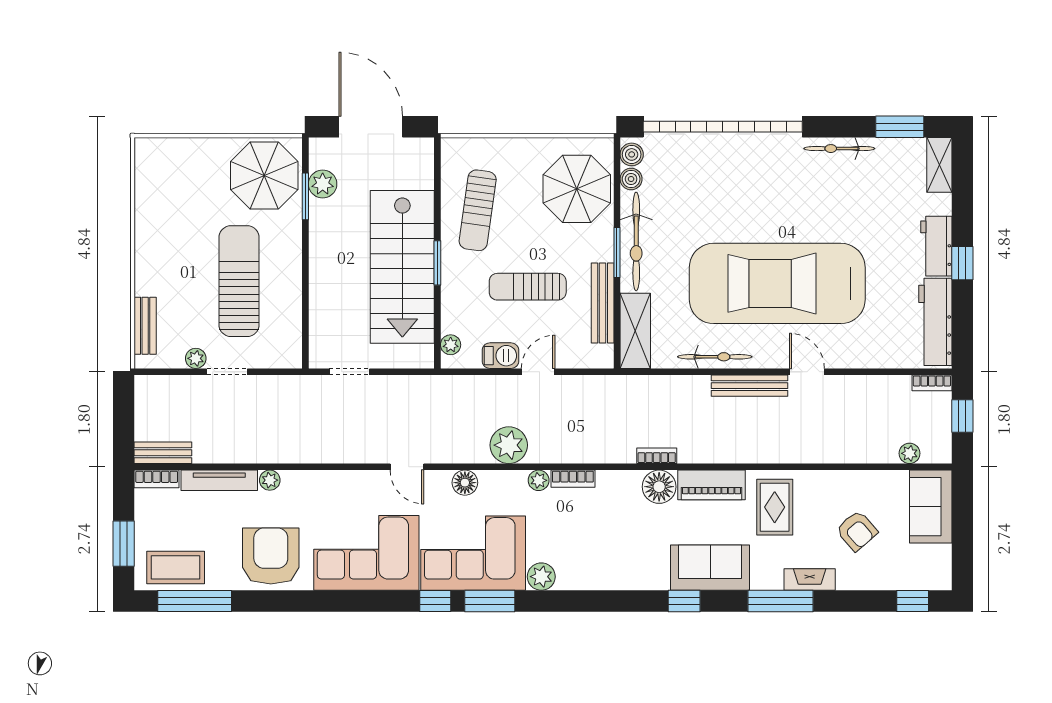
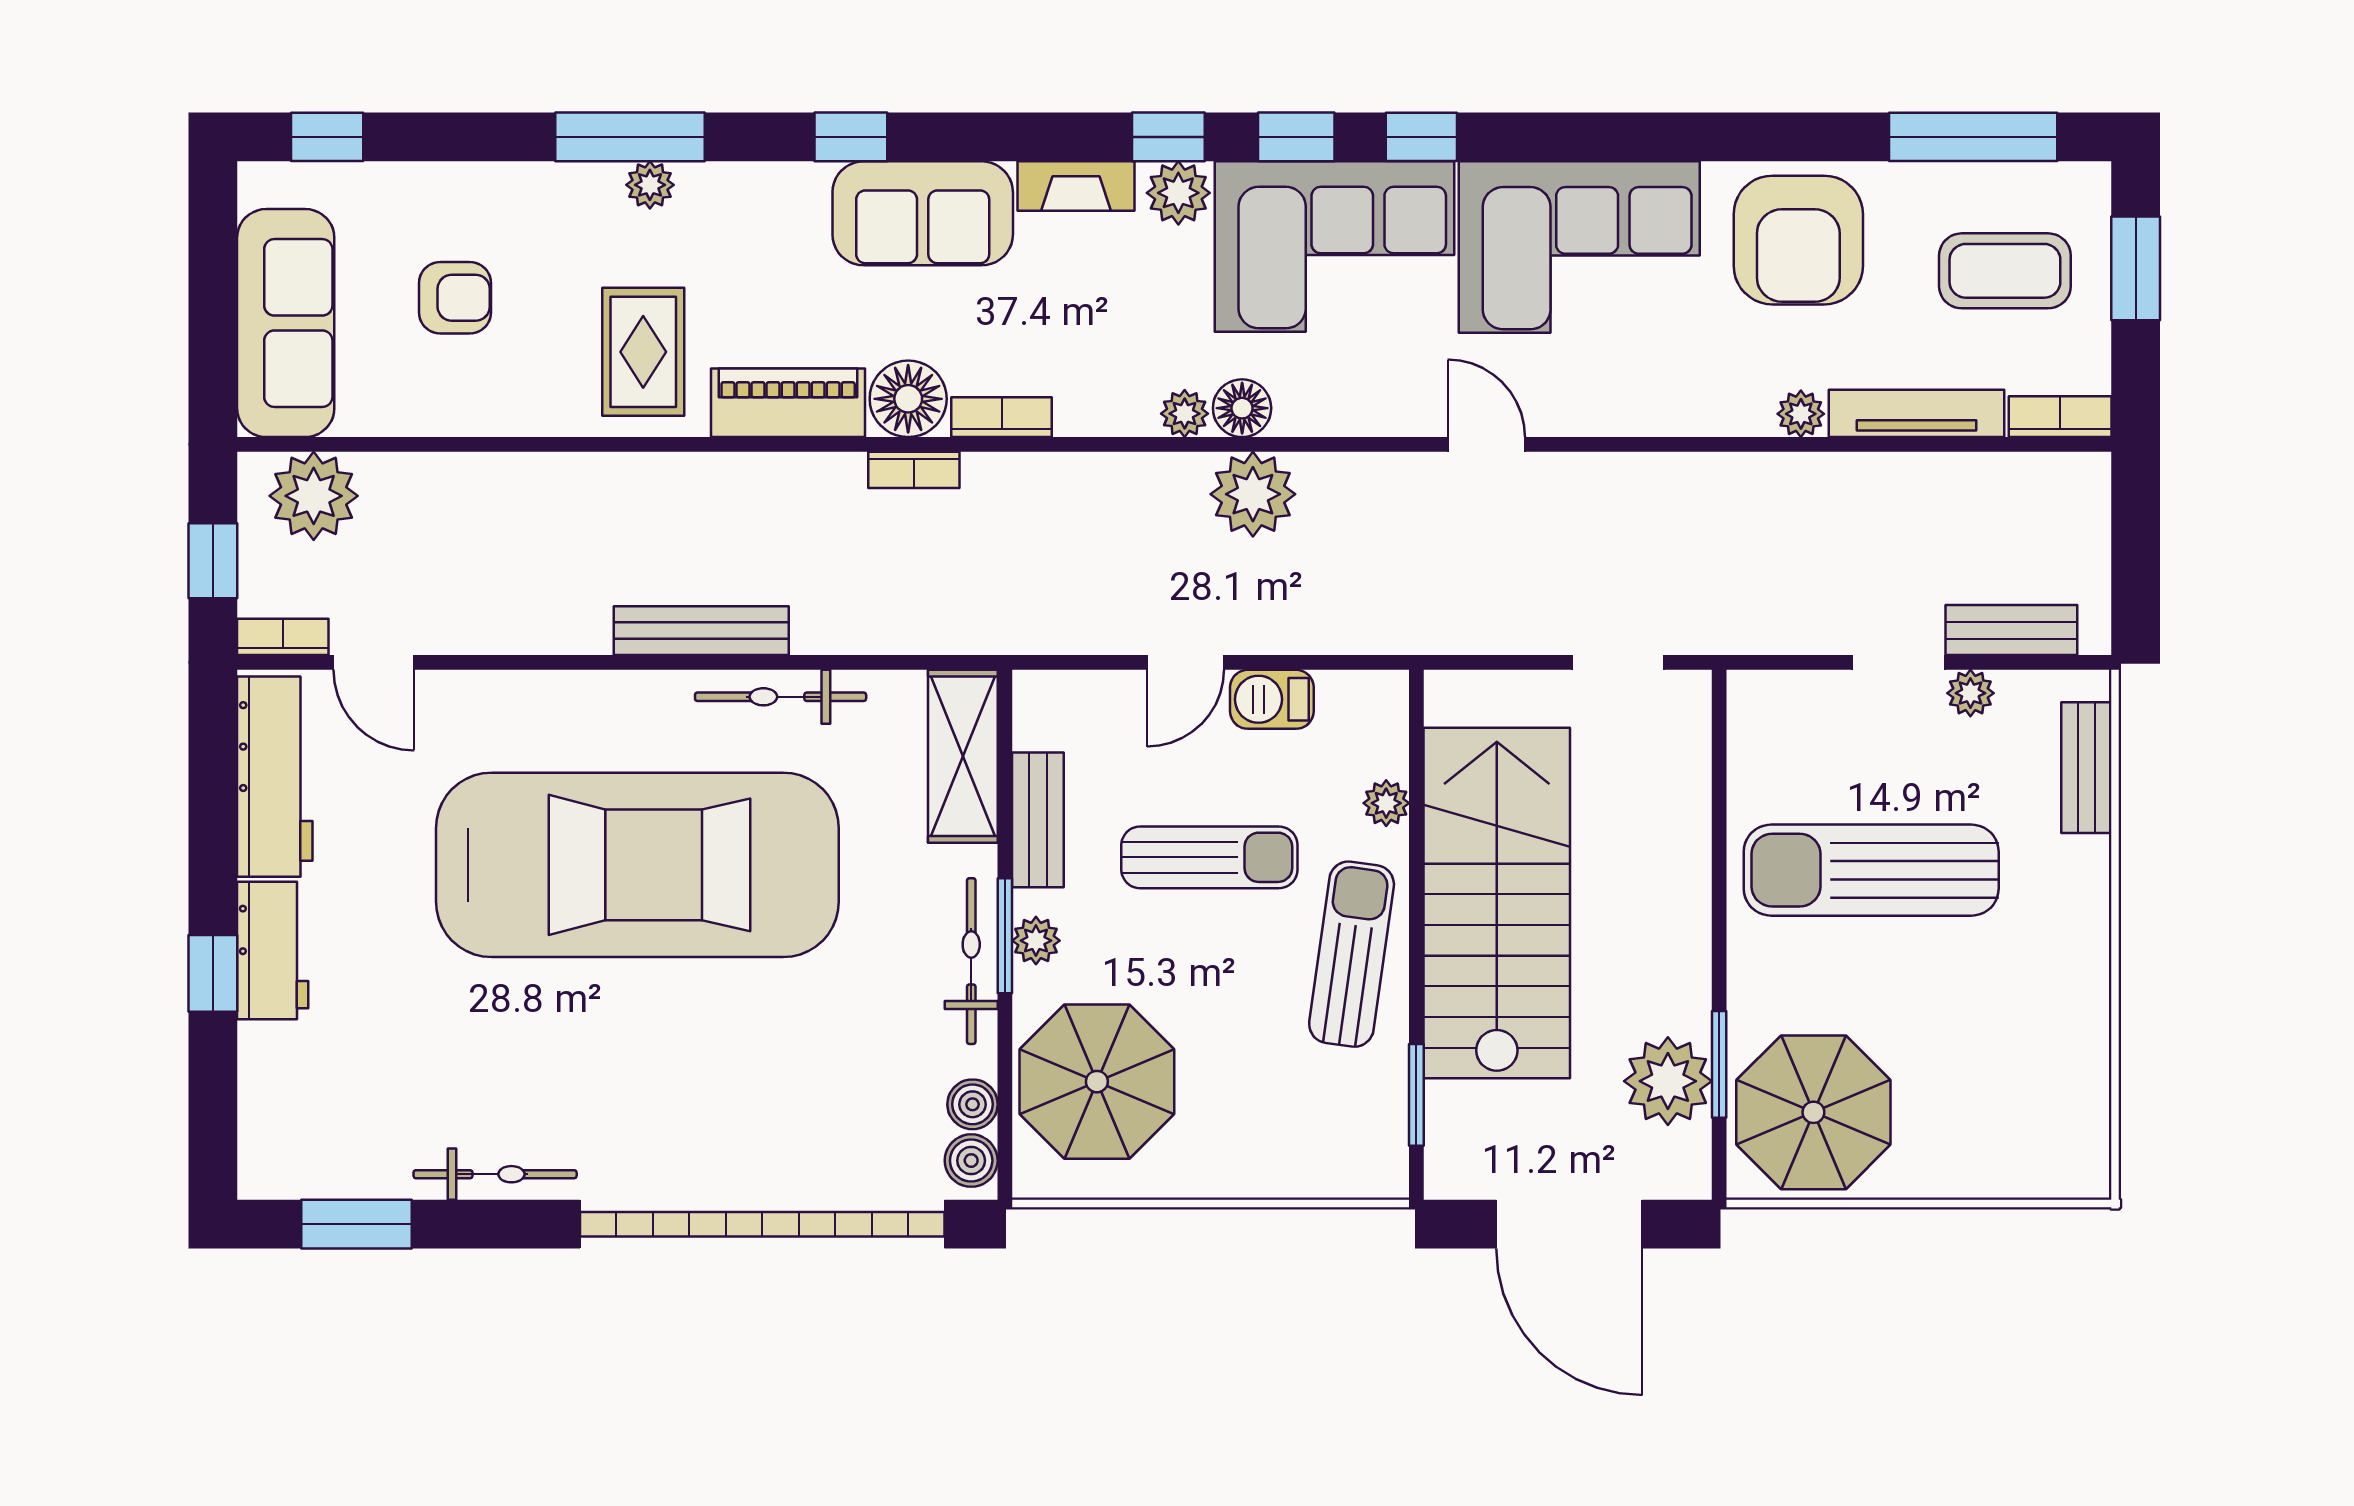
shelving: (939, 165) -> (266, 1137), removed
plant: (323, 184) -> (1668, 1081), width x1.36, depth x1.36
sun lounger: (478, 210) -> (1352, 954), moved
bicycle: (636, 241) -> (971, 961), width x0.73, depth x0.71
plant: (603, 250) -> (1036, 941), added
window: (437, 263) -> (1416, 1095), moved
window: (962, 263) -> (213, 973), moved
sun lounger: (239, 281) -> (1871, 870), turned 90
bench: (603, 303) -> (1038, 820), width x0.73
plant: (451, 345) -> (1386, 803), moved
door: (807, 372) -> (374, 662), moved
bench: (163, 453) -> (2011, 630), moved
plant: (910, 453) -> (314, 496), width x1.88, depth x1.88
bookcase: (573, 479) -> (1002, 417), moved
floor lamp: (465, 483) -> (1242, 408), moved
sofa: (931, 507) -> (286, 323), width x1.36
armchair: (857, 531) -> (455, 298), turned 131
coffee table: (176, 567) -> (2005, 271), moved
sofa: (710, 568) -> (923, 213), moved
plant: (772, 580) -> (650, 185), added
fireplace: (810, 580) -> (1076, 186), moved
window: (490, 601) -> (1296, 137), width x0.67
window: (546, 601) -> (1168, 137), added

